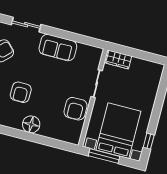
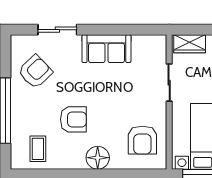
armchair: (21, 92) -> (73, 119), turned -90
armchair: (76, 109) -> (142, 140), moved

